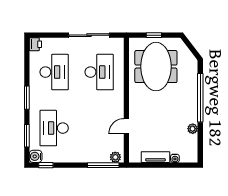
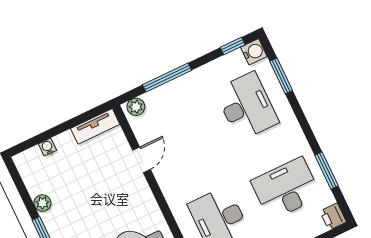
desk: (54, 72) -> (286, 189), turned 90
window: (27, 98) -> (326, 171), moved
tv unit: (155, 157) -> (95, 126), moved
window: (103, 165) -> (167, 78), moved

